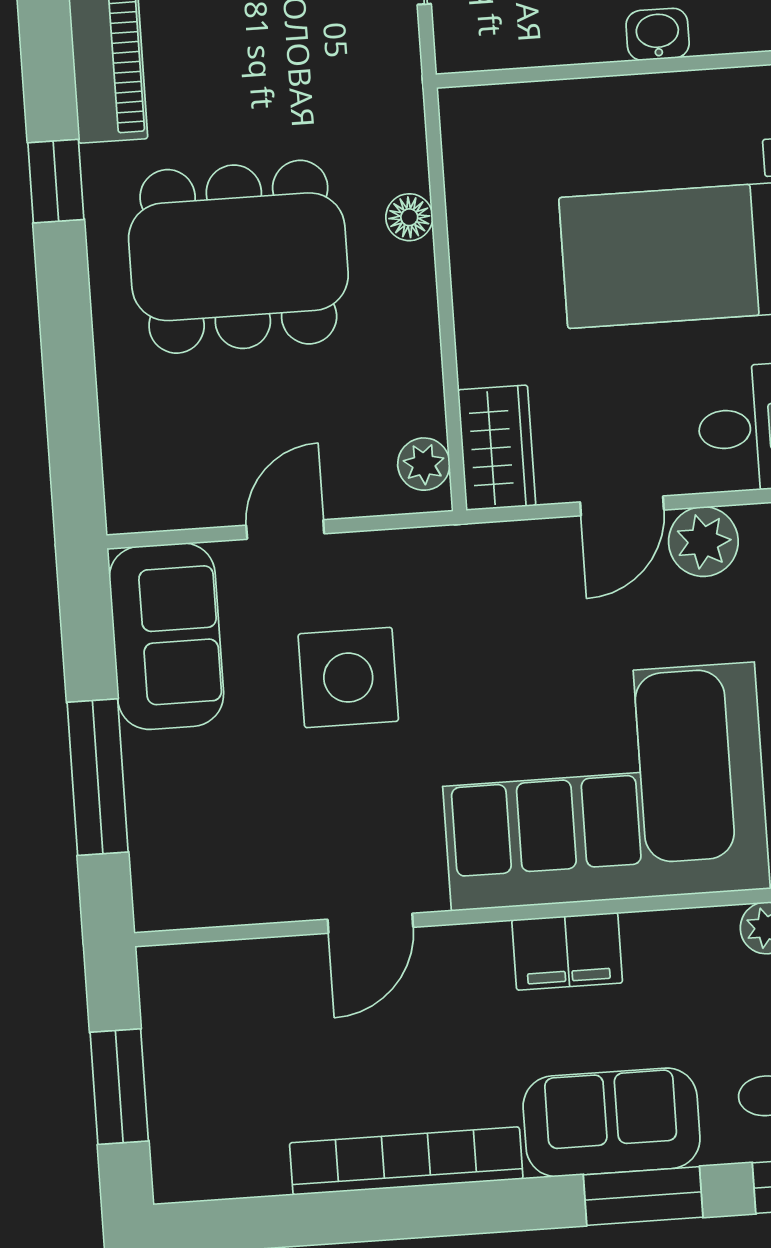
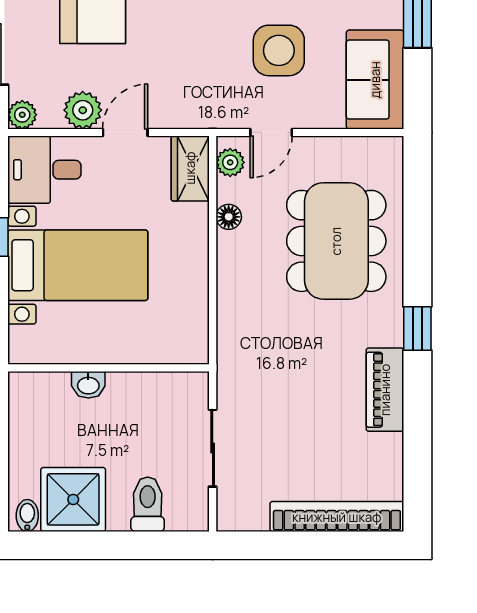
floor lamp: (409, 217) -> (229, 217), moved
dining table: (238, 257) -> (336, 241), moved, turned 90
door: (285, 529) -> (271, 132), moved

